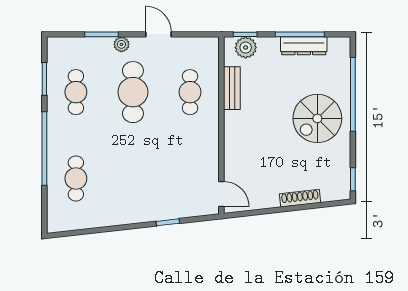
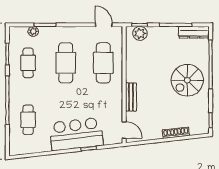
door: (158, 34) -> (104, 25), moved
plant: (121, 44) -> (33, 31), moved
dresser: (304, 46) -> (194, 32), moved
bench: (232, 88) -> (131, 97), moved
cafe table: (190, 92) -> (103, 63), width x1.37, depth x1.35
bar counter: (149, 200) -> (76, 134), added

